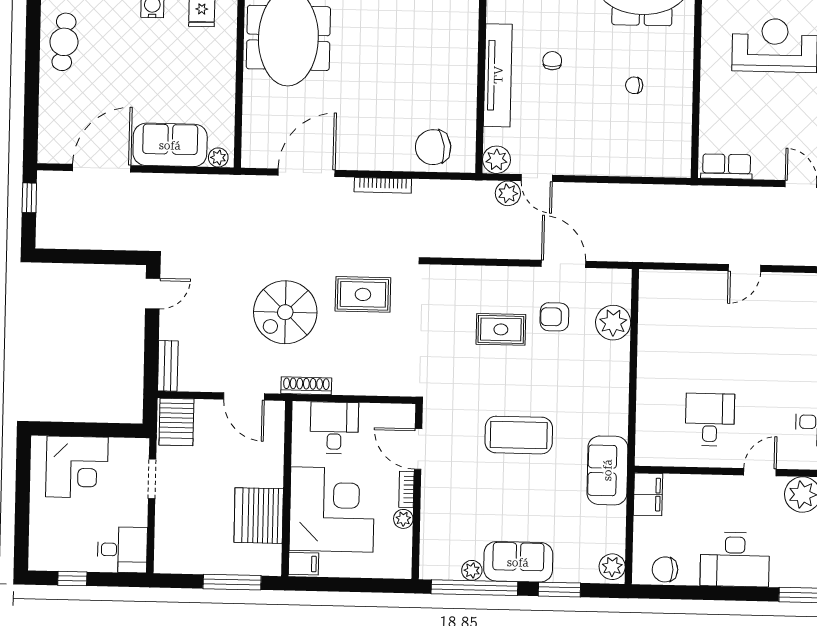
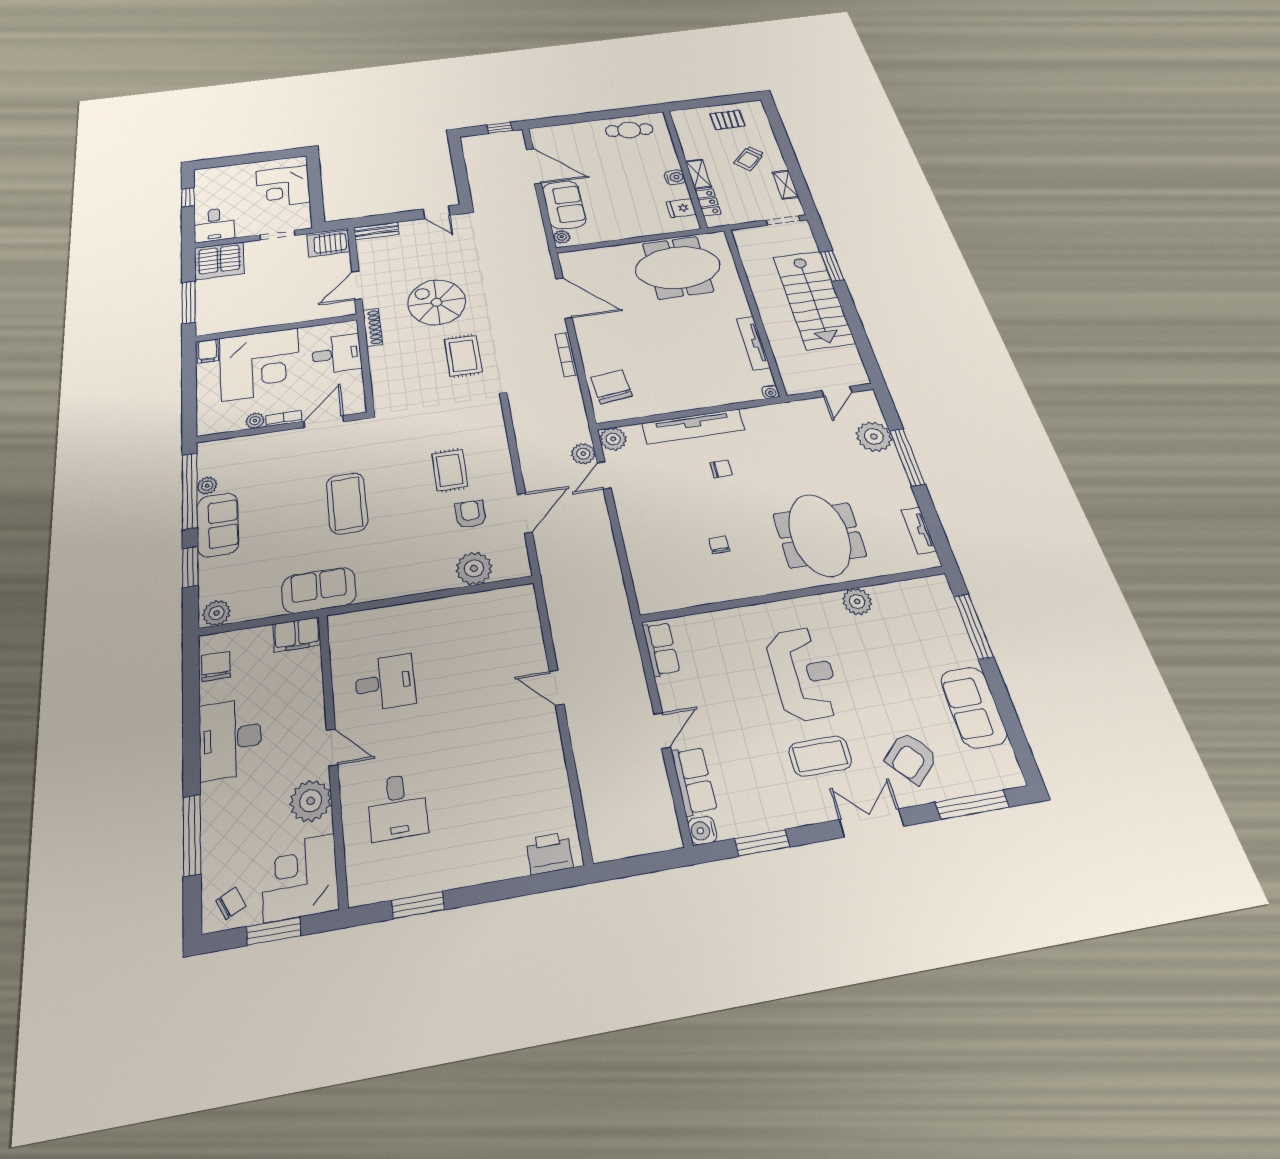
server rack: (259, 516) -> (219, 261), moved, turned 180

